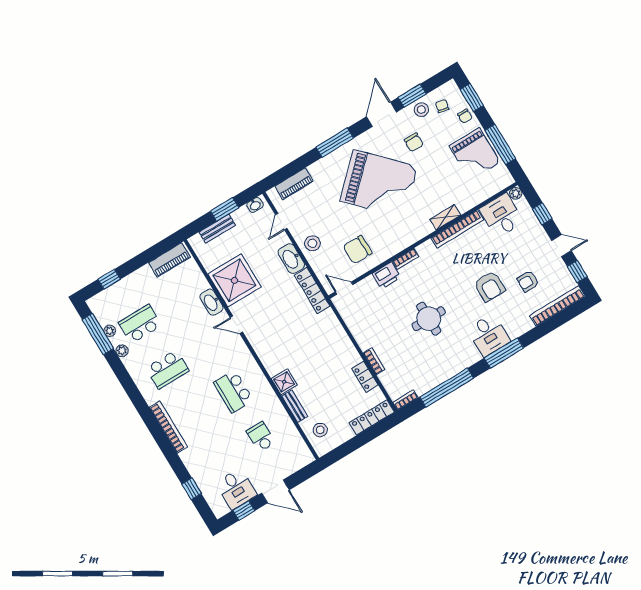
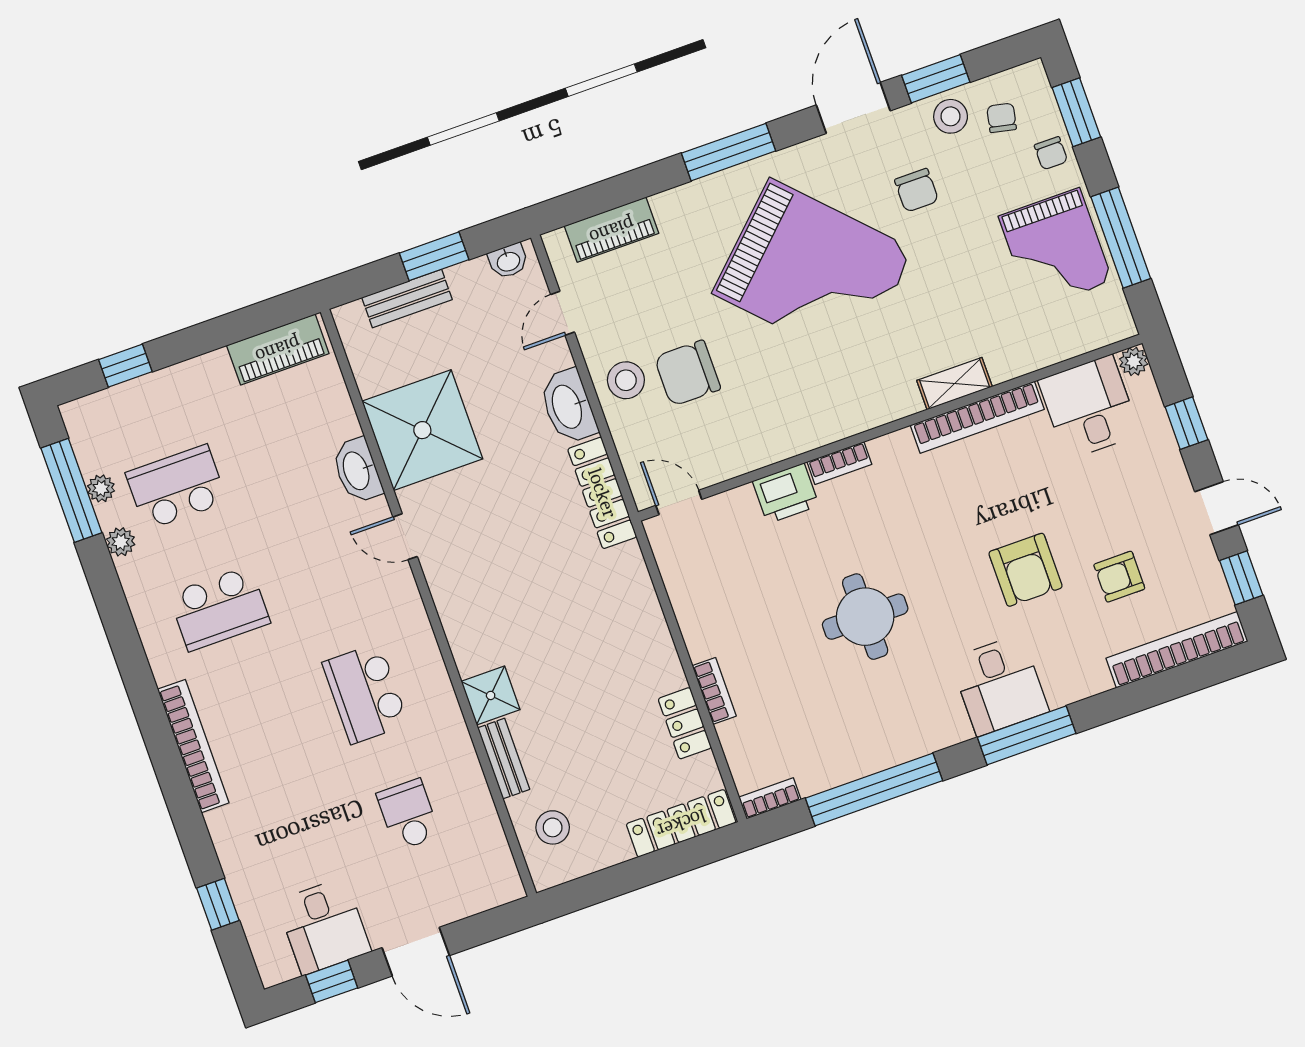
chair: (358, 250) -> (687, 373), moved

